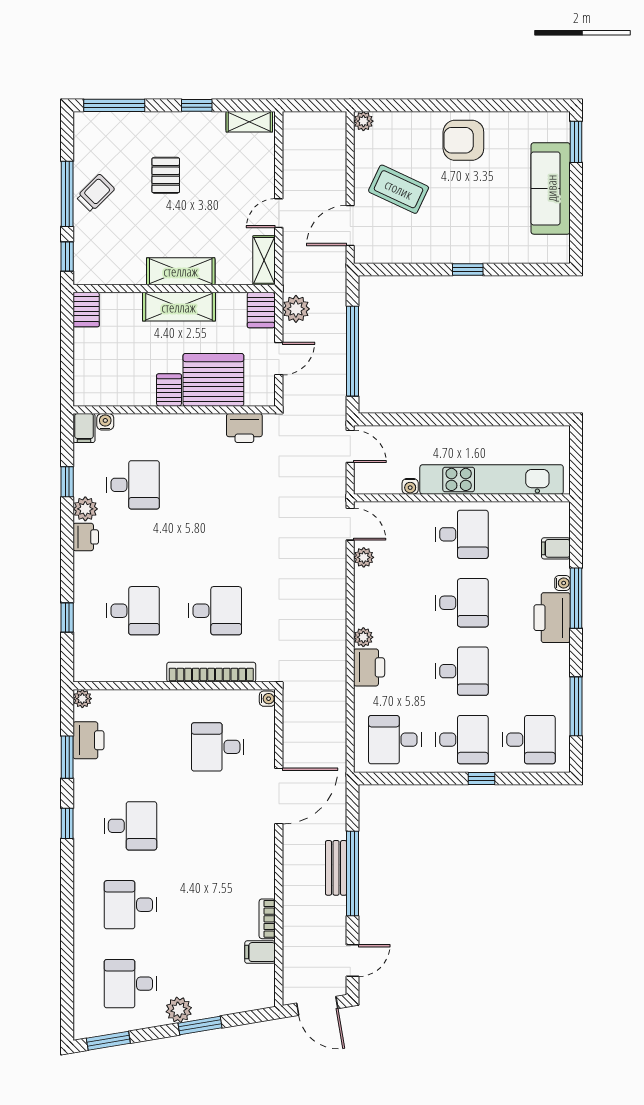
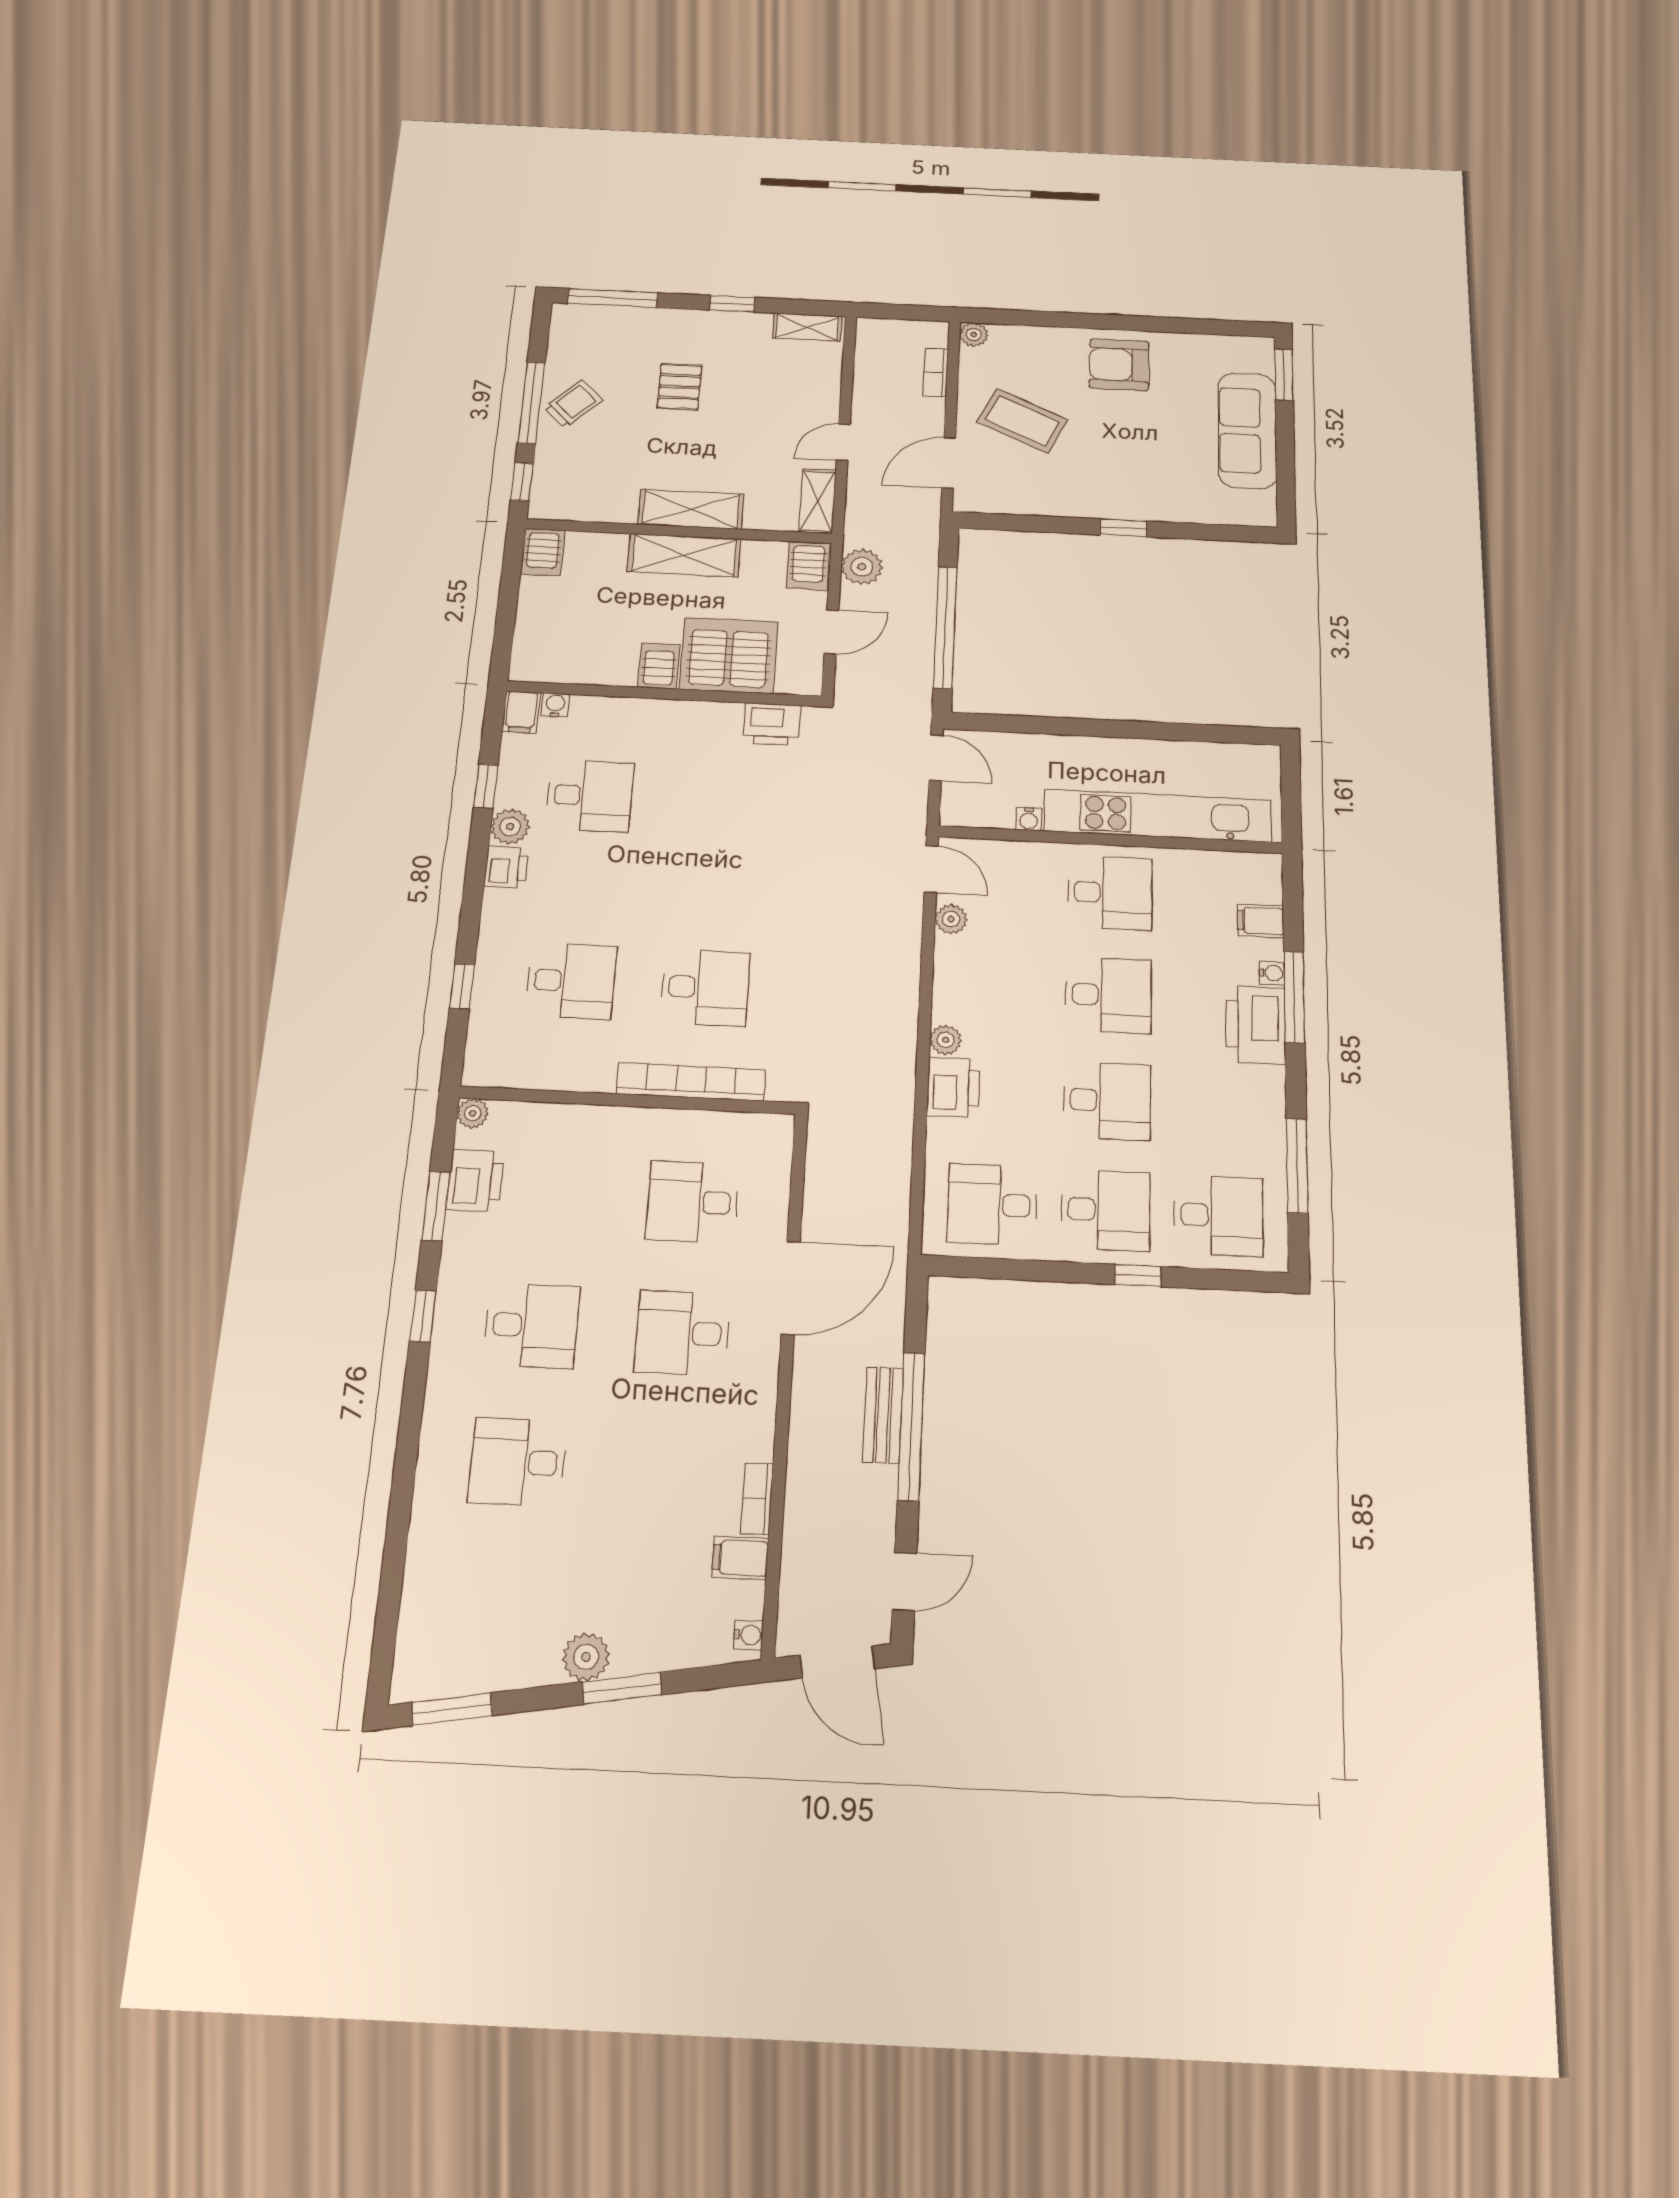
bookcase: (339, 154) -> (936, 372), added
water cooler: (267, 699) -> (748, 1635), moved
desk: (130, 984) -> (682, 1333), moved

